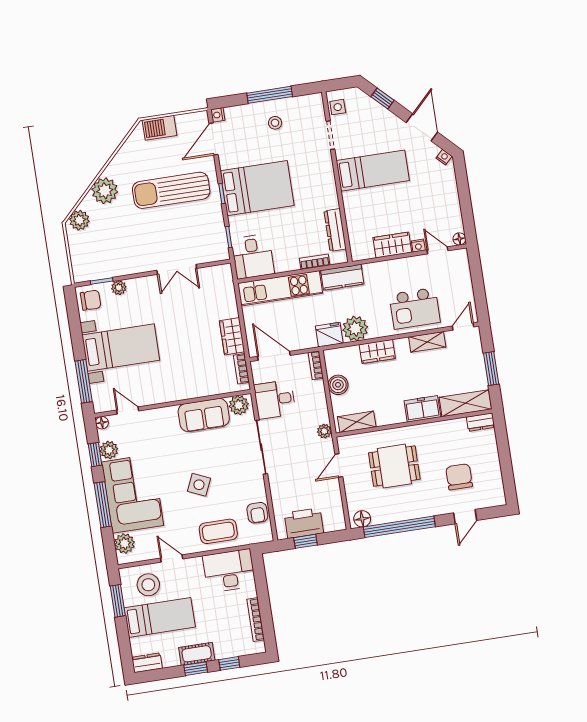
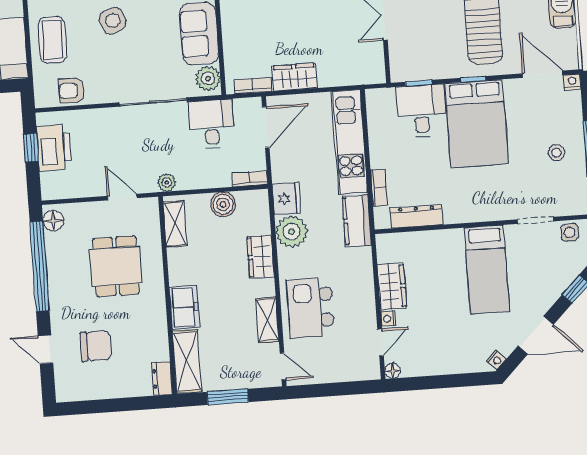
desk: (253, 256) -> (421, 111), moved, turned 90
side table: (199, 485) -> (113, 21), turned 45

